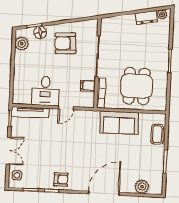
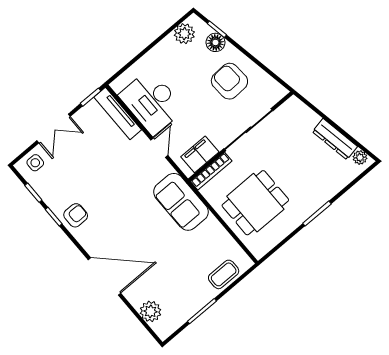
dresser: (146, 18) -> (335, 139), width x1.44
filing cabinet: (88, 86) -> (200, 154), width x2.00
desk: (45, 91) -> (152, 102), width x1.37
door: (66, 108) -> (159, 148), swing flipped
sofa: (119, 123) -> (181, 202), moved
armchair: (61, 179) -> (76, 215), turned -90

